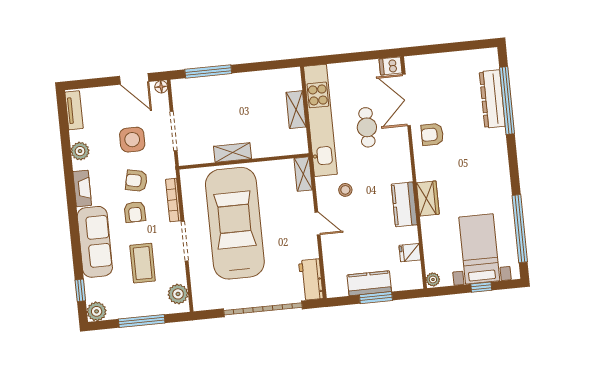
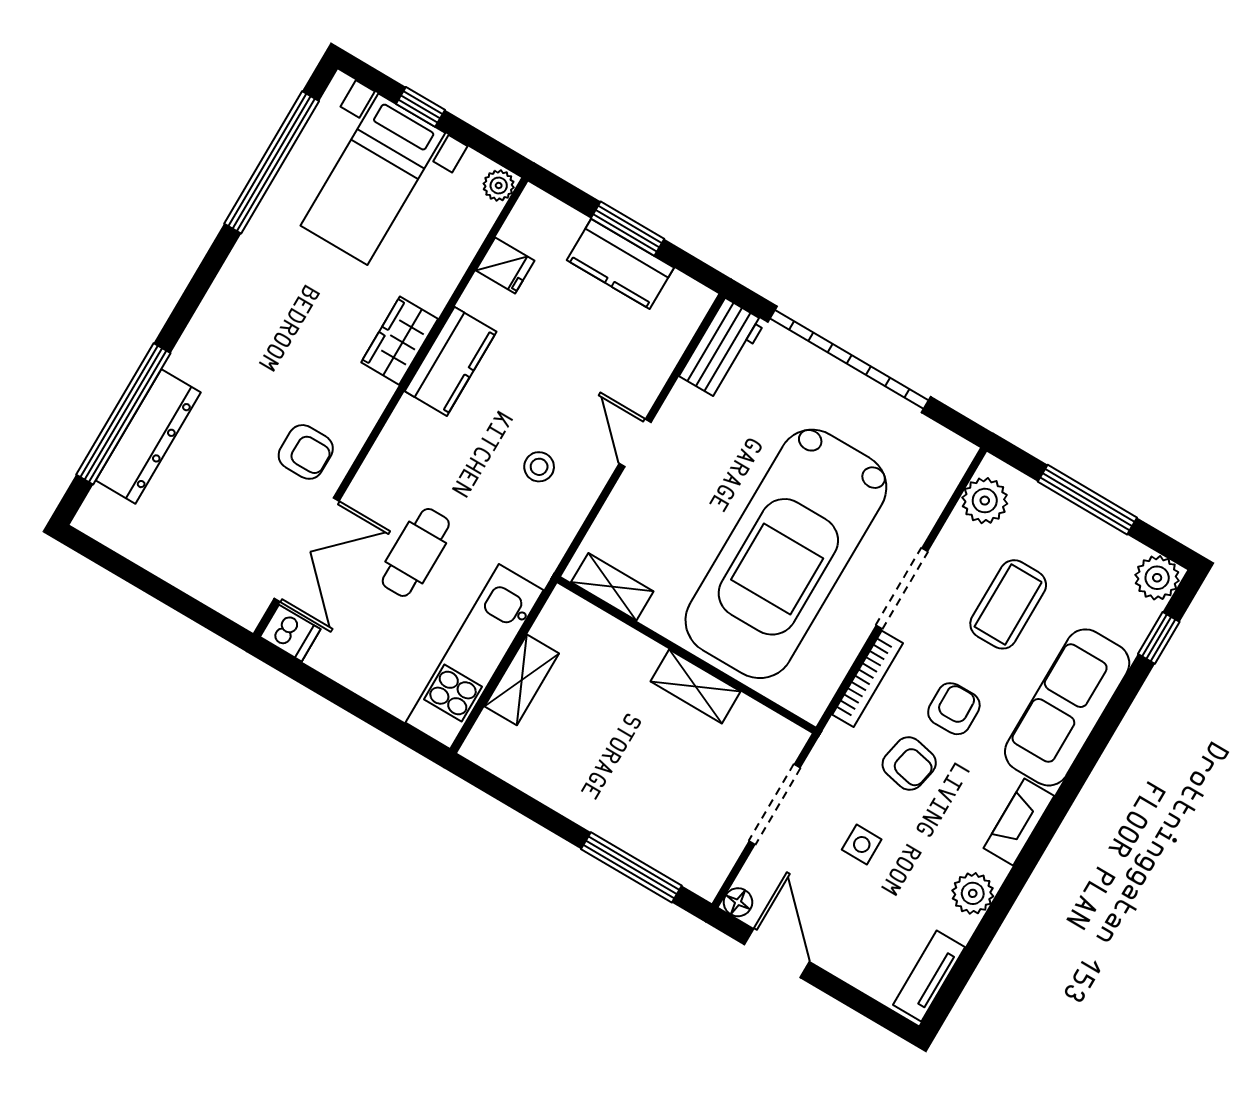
kitchen unit: (320, 120) -> (475, 656), width x0.73
side table: (132, 140) -> (862, 844), width x0.54, depth x0.54
shelving: (303, 174) -> (612, 587), moved, turned 90

